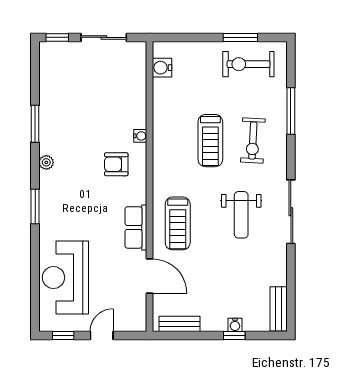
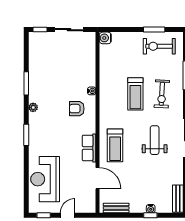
water cooler: (162, 68) -> (105, 38), moved
weight bench: (241, 215) -> (155, 140), turned 180

